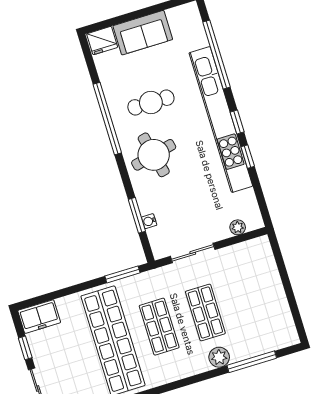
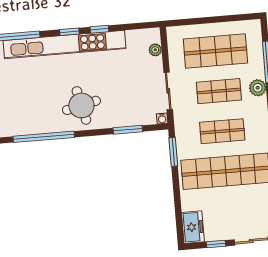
cafe table: (151, 103) -> (38, 98), removed
water cooler: (149, 221) -> (162, 118), moved
shop shelf: (252, 298) -> (215, 51), added

